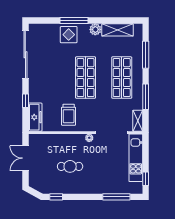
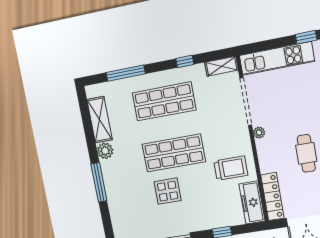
display table: (69, 35) -> (168, 191), moved
window: (146, 97) -> (185, 61), width x0.46
freezer: (35, 117) -> (252, 202), moved, turned -90
locker: (45, 139) -> (272, 197), added

